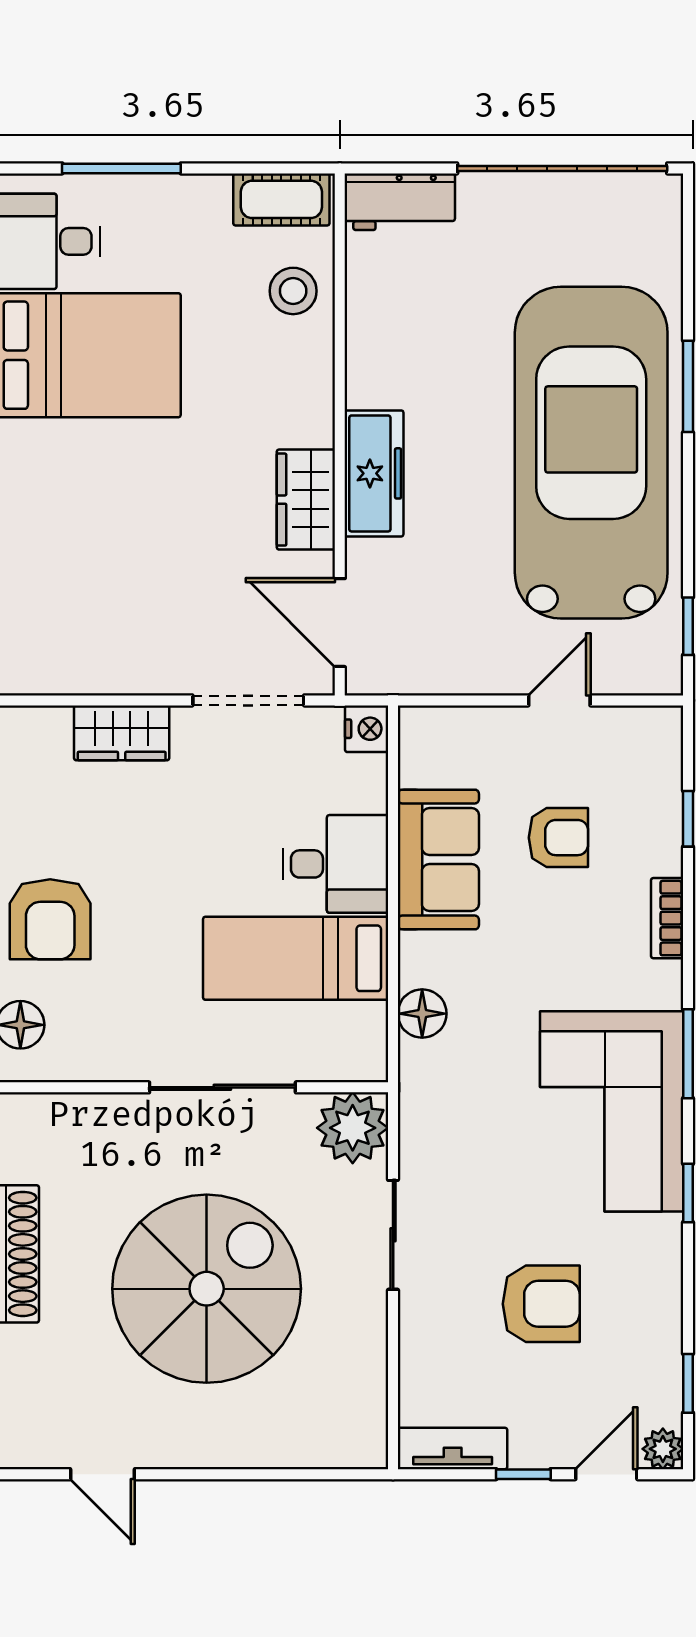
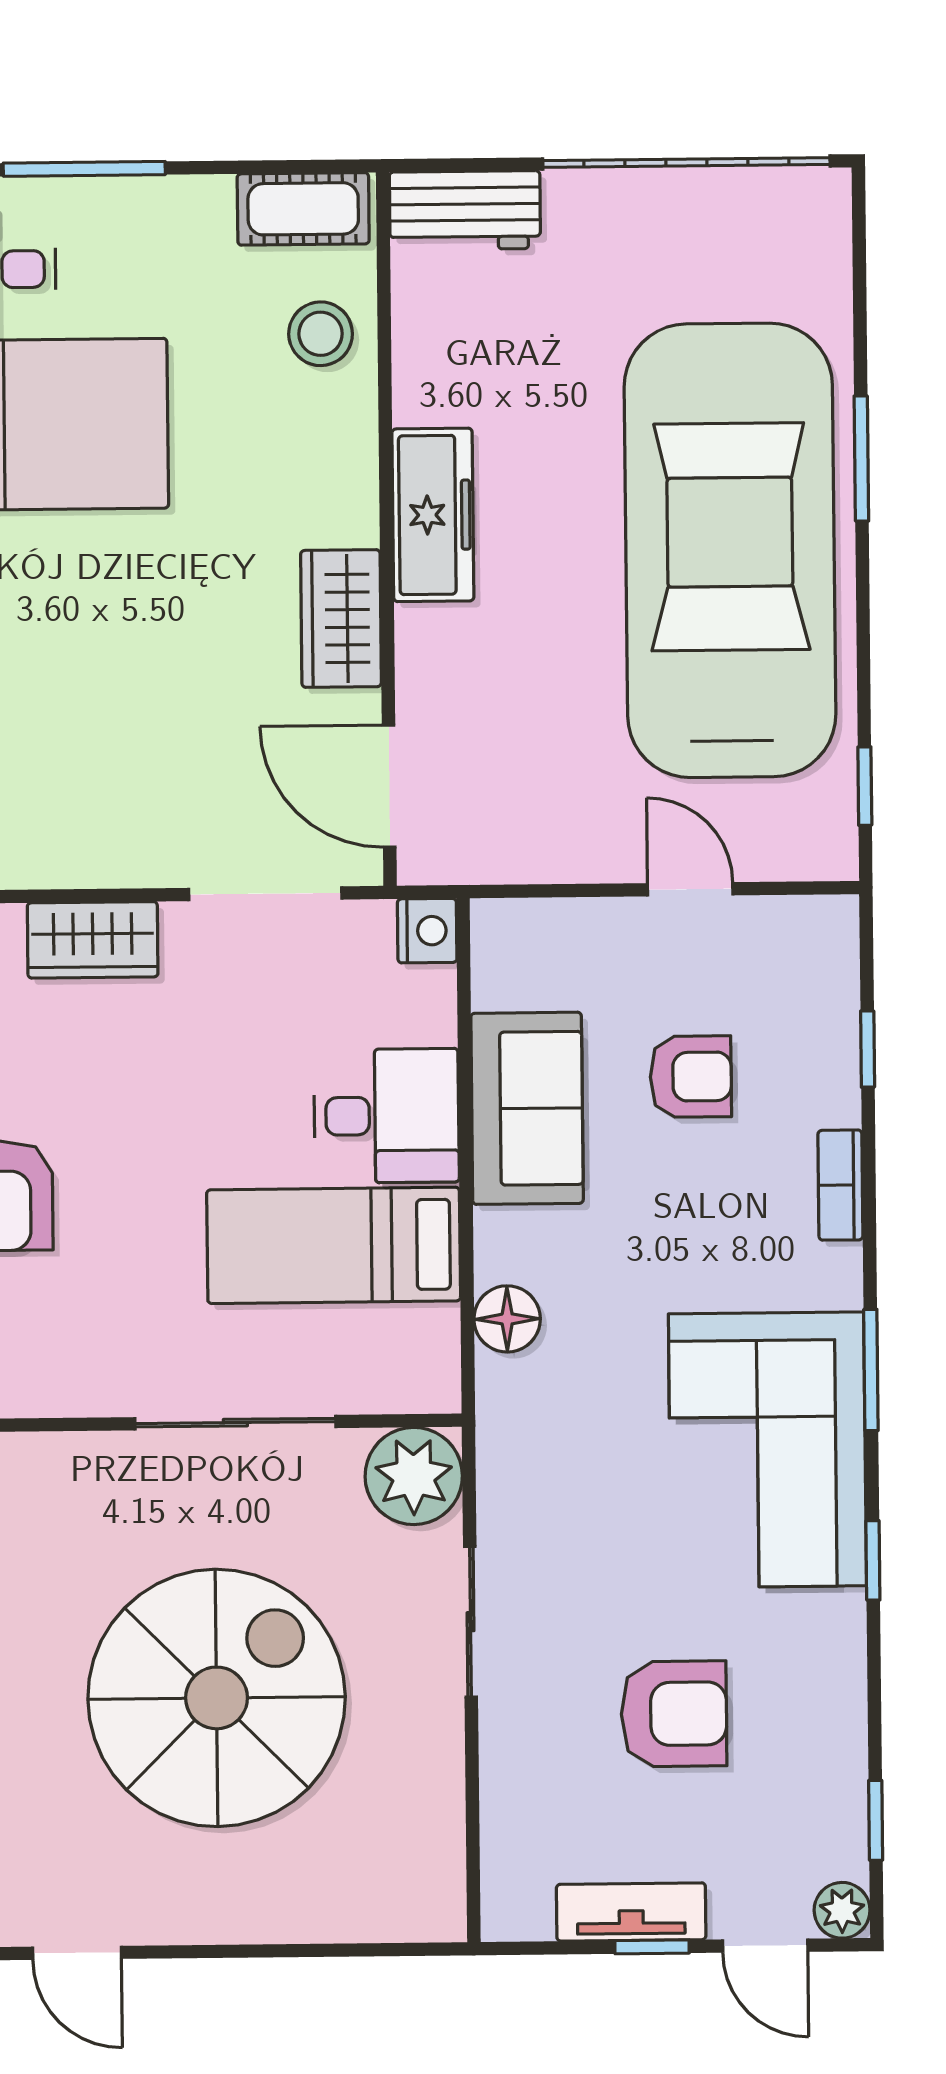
freezer: (374, 473) -> (433, 515), moved
door: (559, 700) -> (690, 889), hinge flipped
tv unit: (453, 1449) -> (631, 1912), moved
door: (606, 1474) -> (765, 1946), swing flipped

